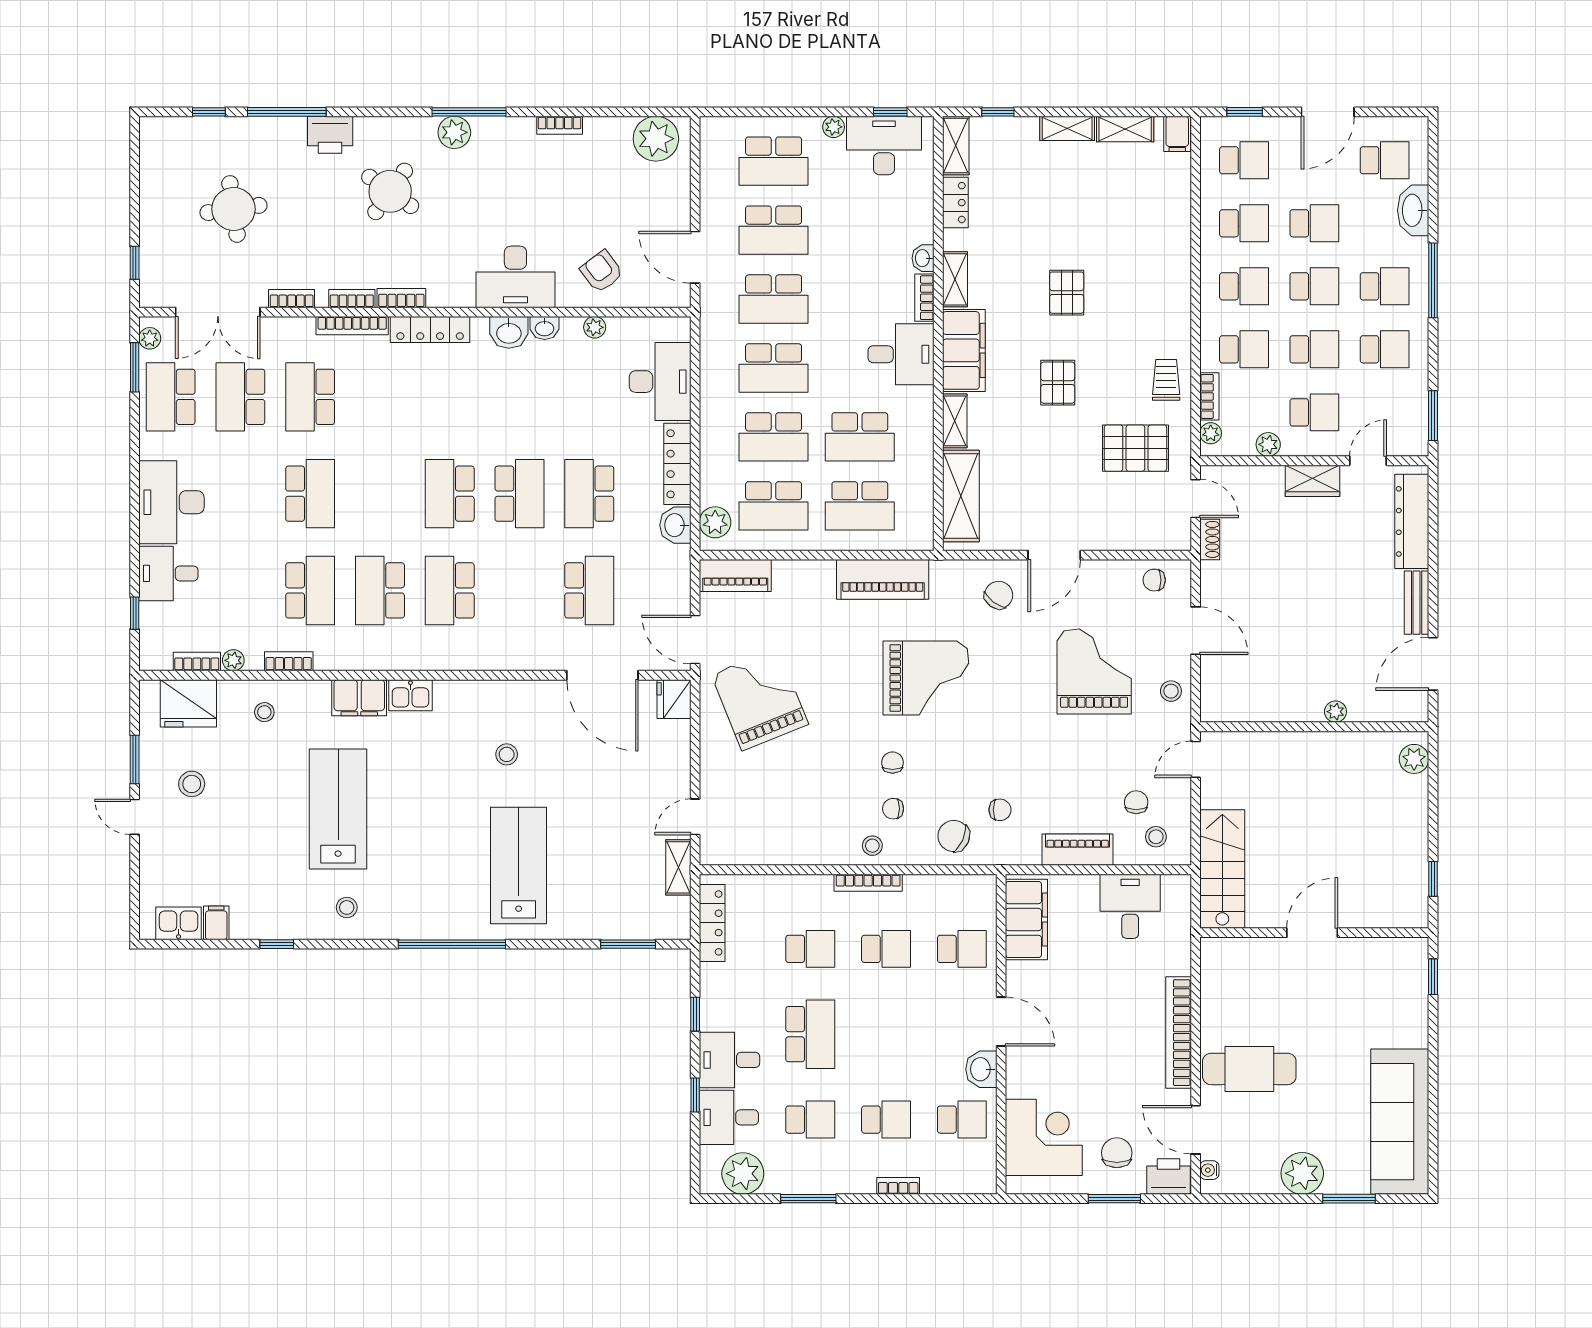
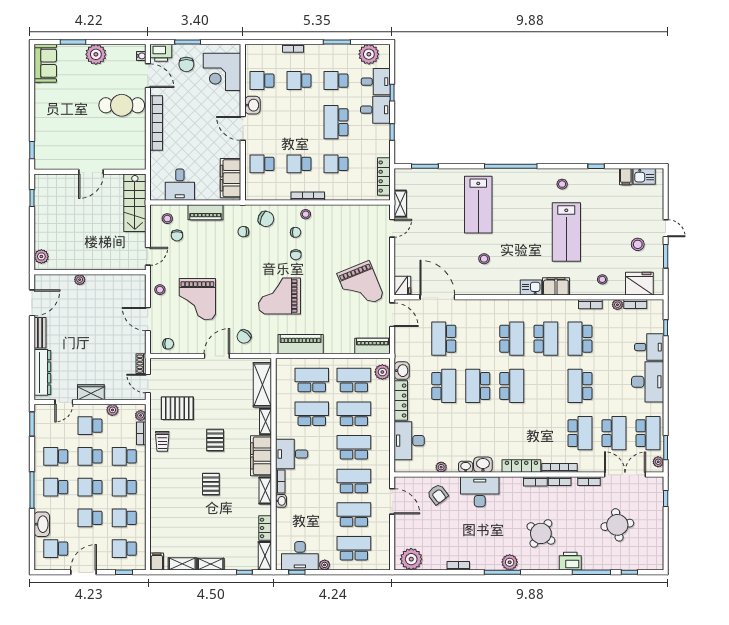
sofa: (1400, 1122) -> (45, 63), width x0.54, depth x0.79

